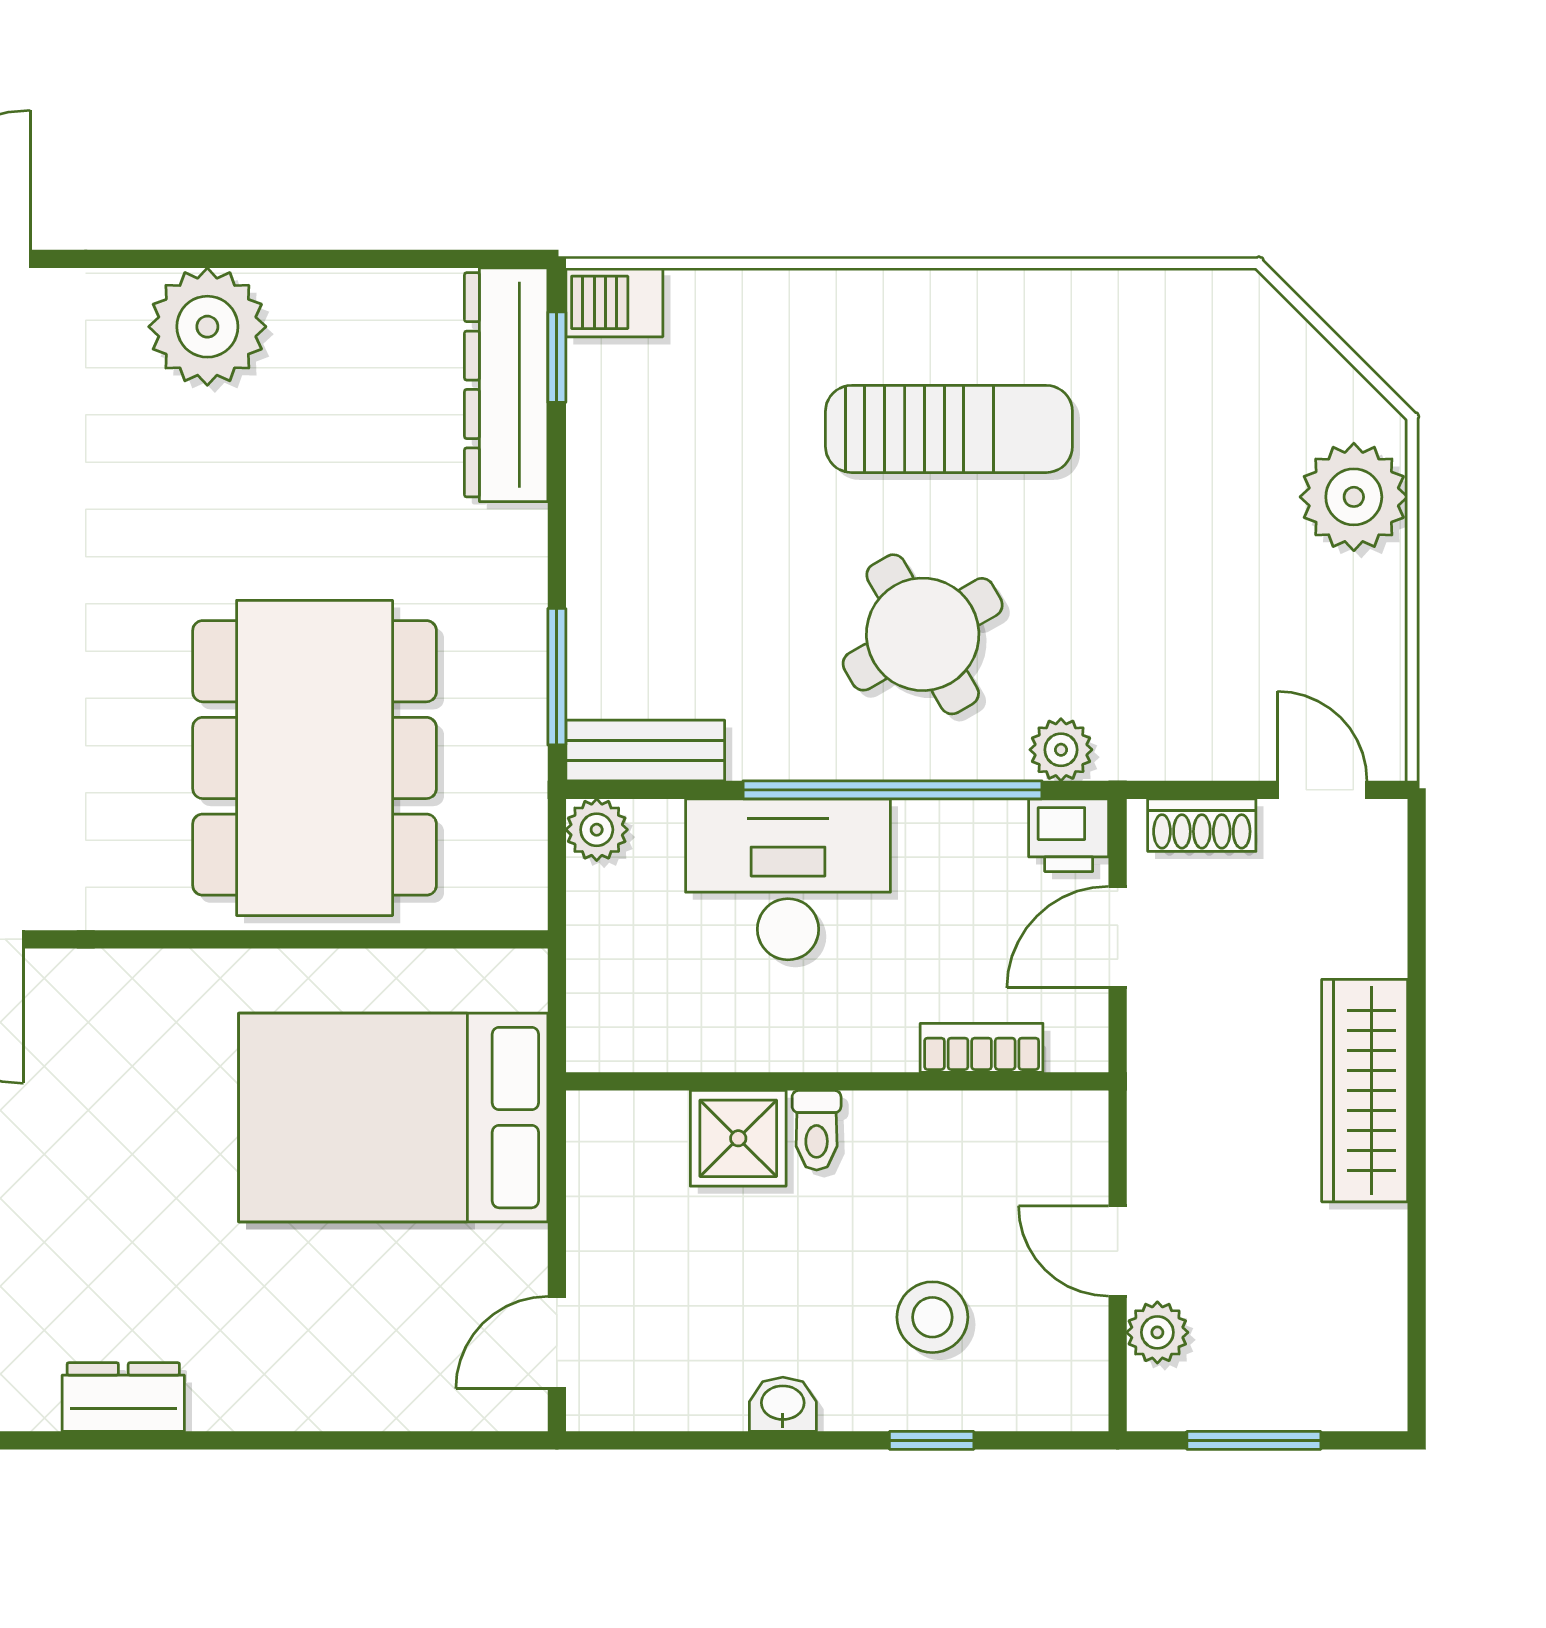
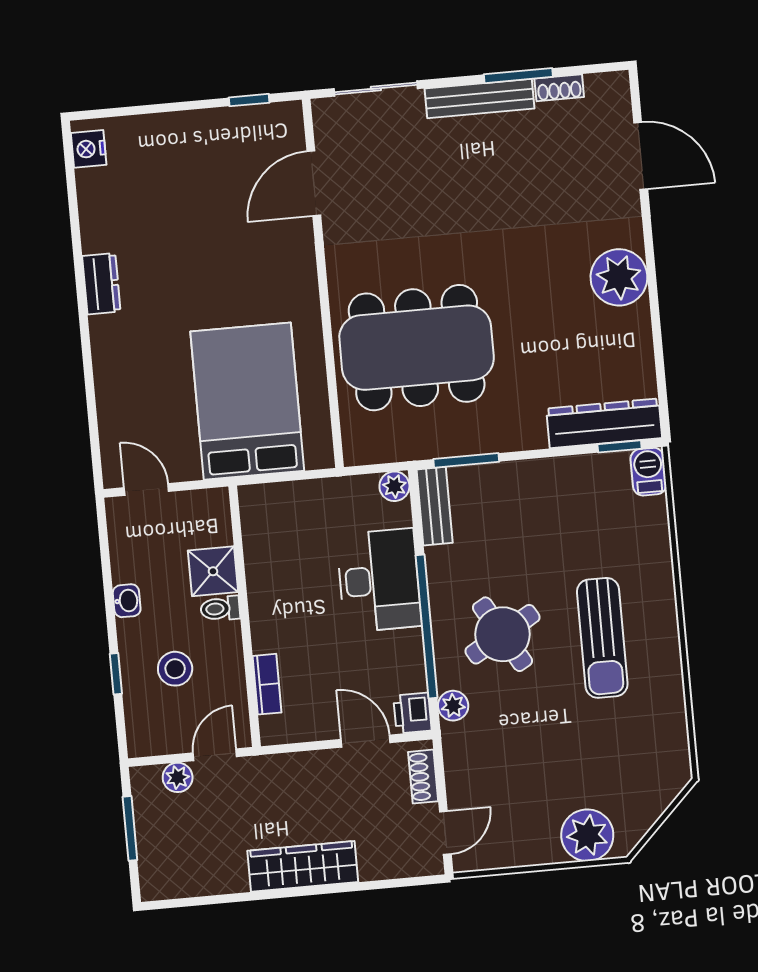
bookcase: (982, 1048) -> (267, 684), moved
wall: (837, 1081) -> (245, 616), moved
toilet: (817, 1130) -> (220, 609), moved
shower: (738, 1138) -> (213, 571), moved

